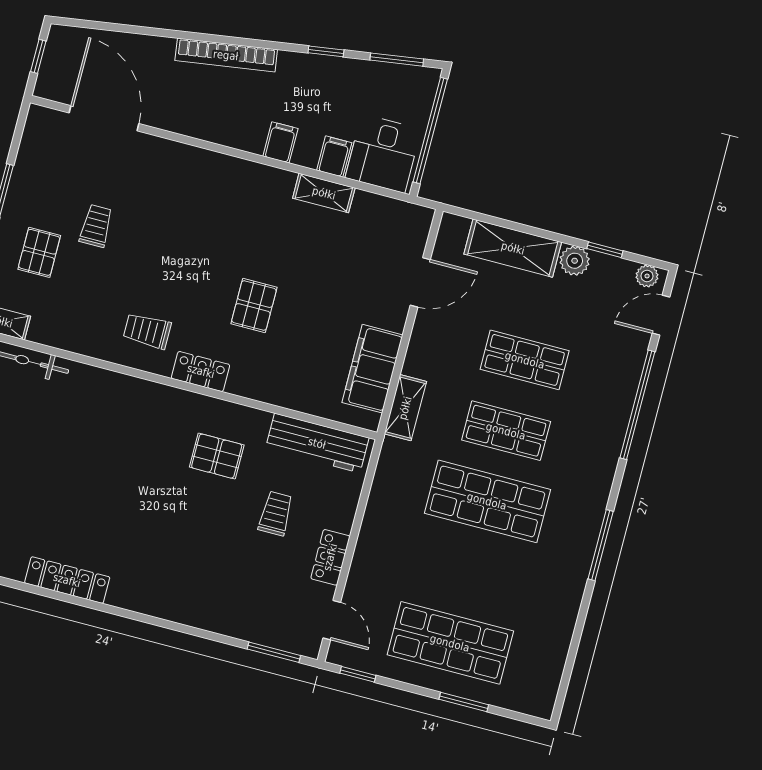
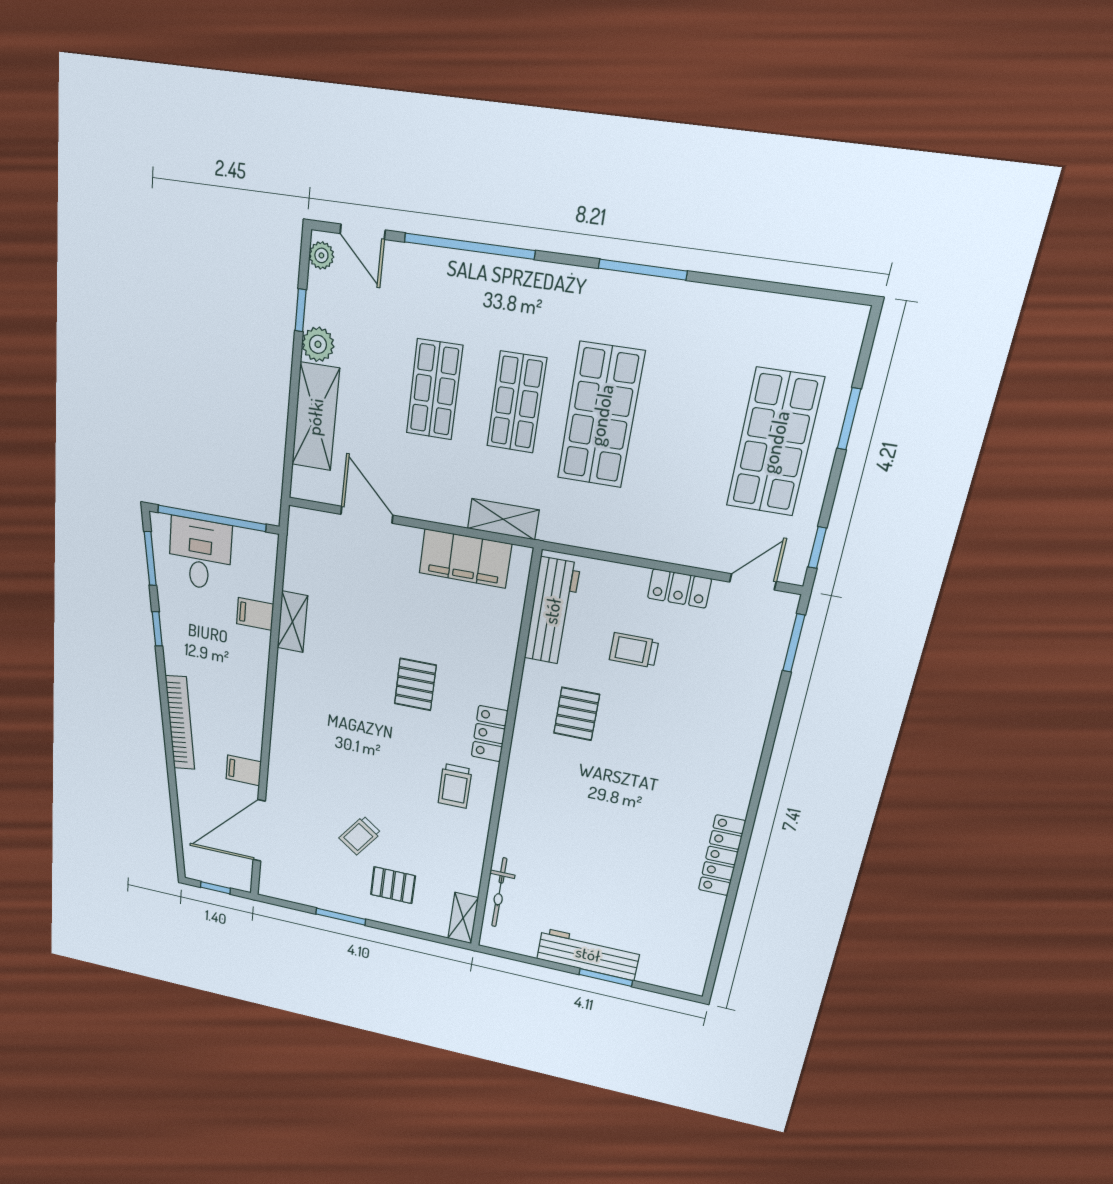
filing cabinet: (280, 142) -> (244, 770), moved
desk: (383, 154) -> (200, 554), moved, turned -90
trolley: (96, 226) -> (360, 835), turned -54
pallet: (254, 306) -> (415, 684), turned 90

